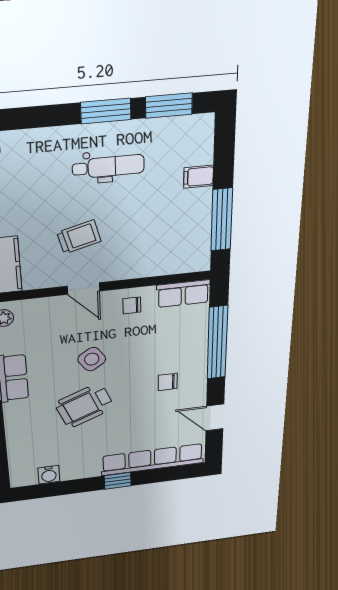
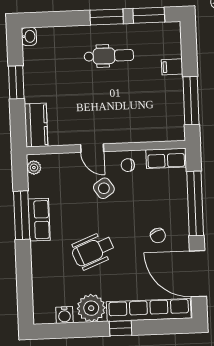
trolley: (79, 237) -> (89, 107), removed
side table: (92, 359) -> (104, 188), moved
chair: (168, 382) -> (158, 235), turned -113
door: (215, 418) -> (198, 274), width x1.88
plant: (82, 465) -> (91, 308), added

